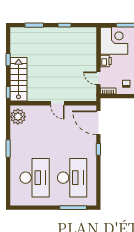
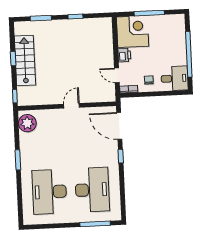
stairs: (19, 79) -> (25, 61), moved
door: (57, 103) -> (71, 106), swing flipped
desk: (35, 178) -> (49, 192), turned 180

